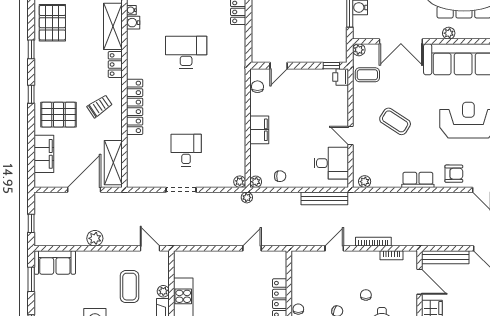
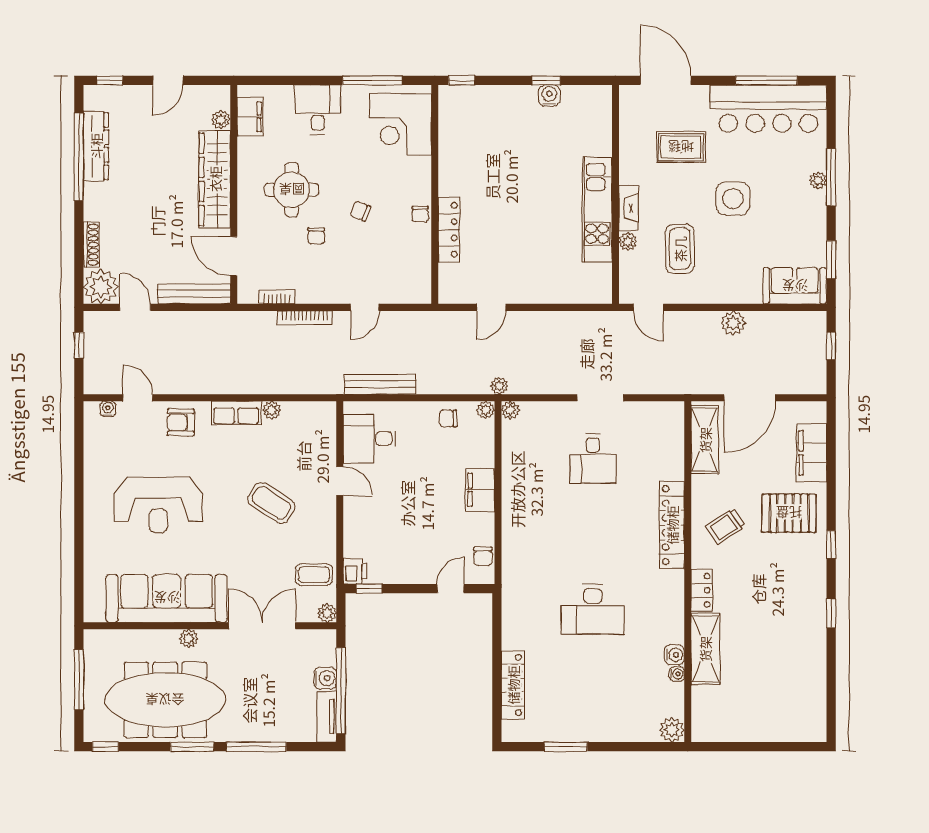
pallet: (52, 23) -> (798, 655), removed
plant: (365, 182) -> (272, 410), moved

